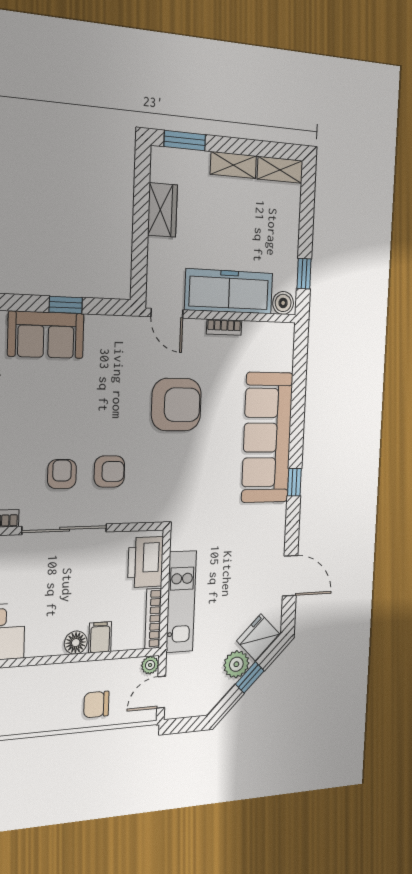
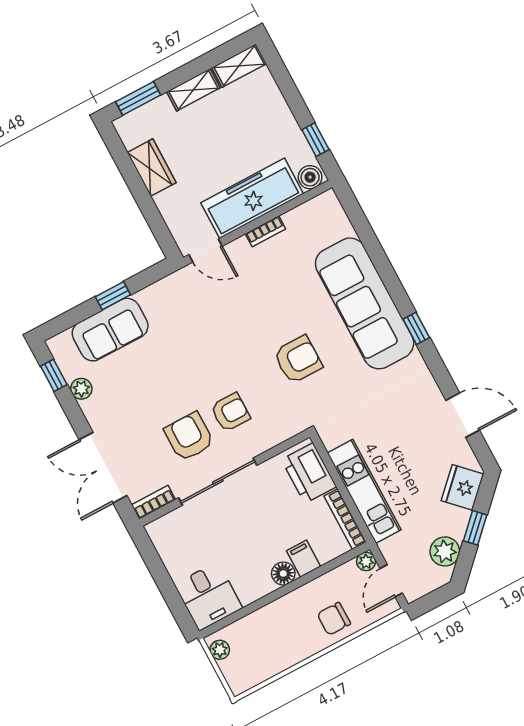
armchair: (176, 405) -> (298, 360), moved, width x0.73, depth x0.73
armchair: (62, 474) -> (189, 437), width x1.38, depth x1.38
plant: (236, 664) -> (445, 551), moved

